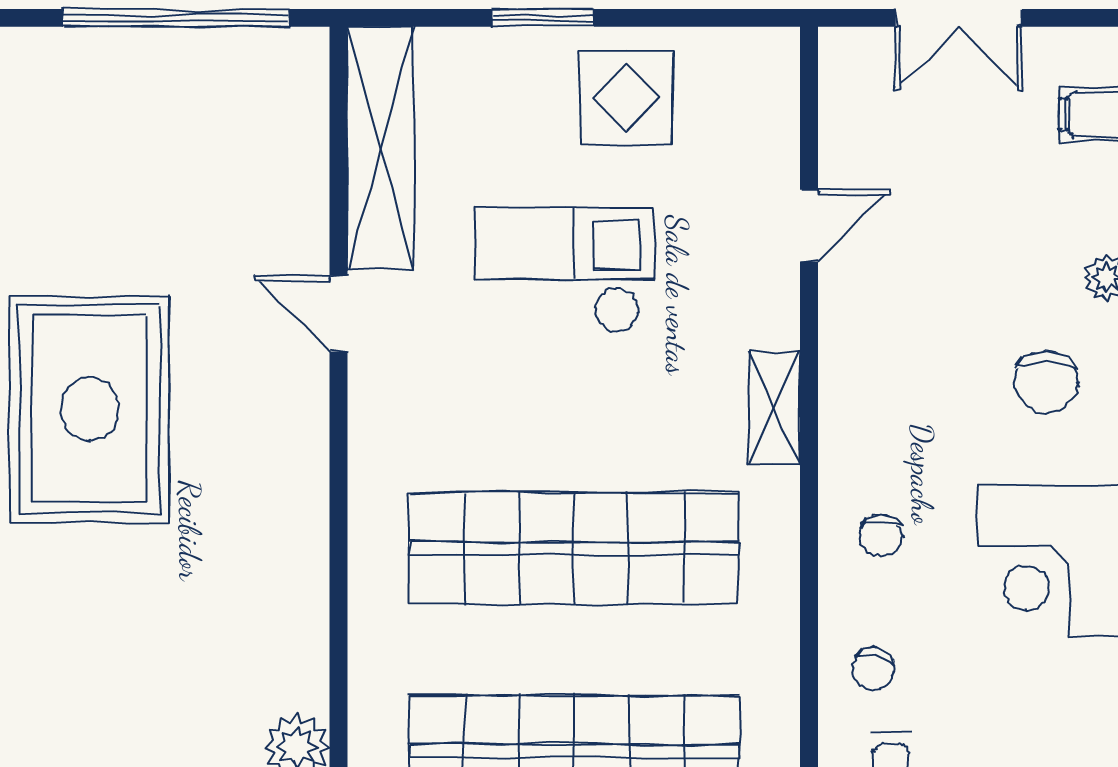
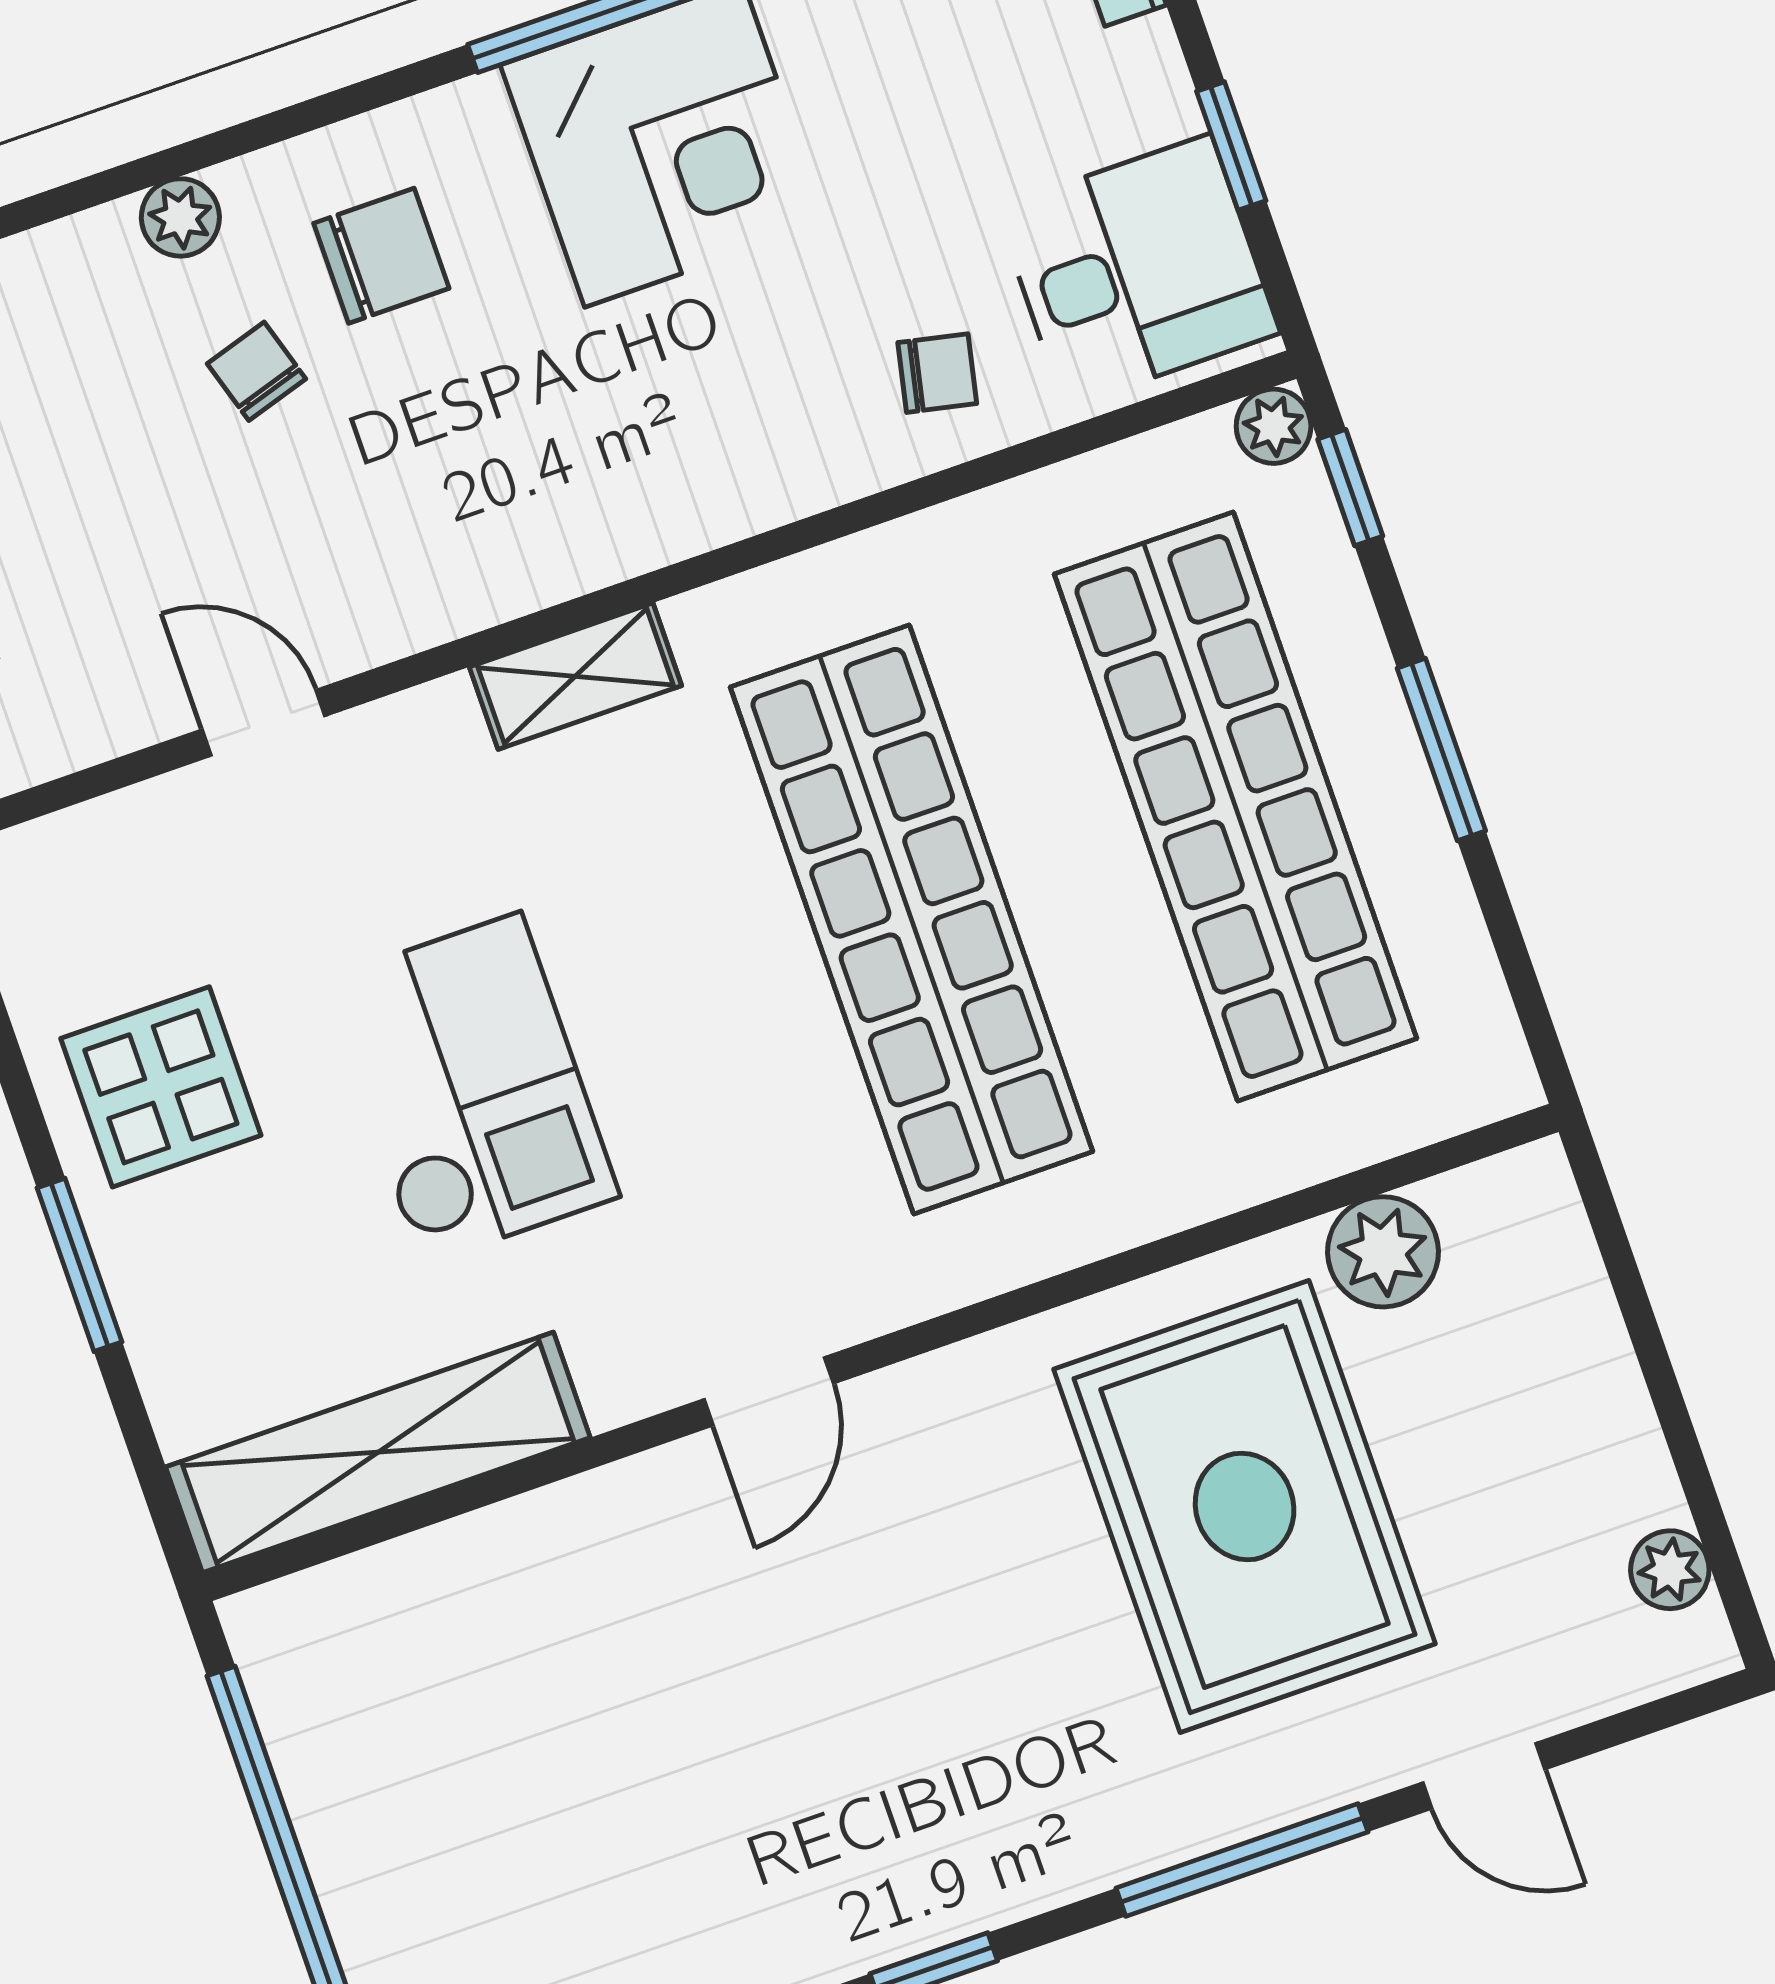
checkout: (565, 270) -> (470, 1089), turned 180
door: (338, 314) -> (769, 1391), moved
rug: (89, 409) -> (1245, 1506), moved, turned 90
chair: (881, 535) -> (256, 371), moved, turned -107

